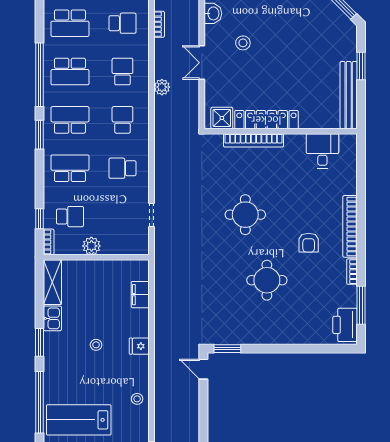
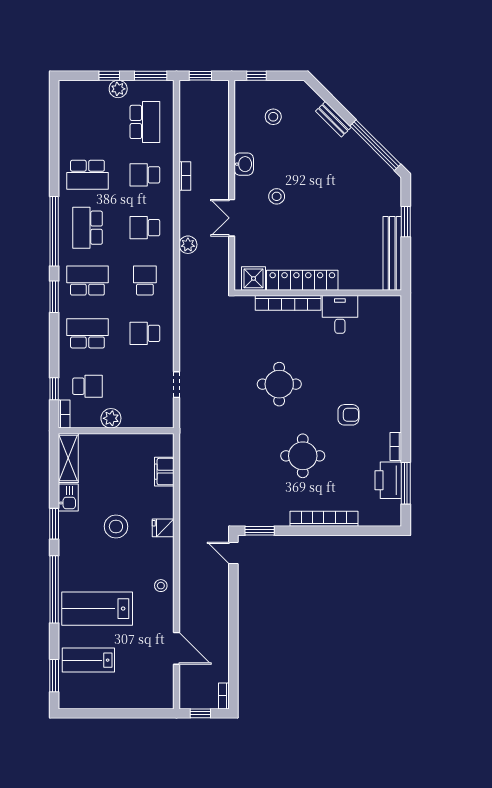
school desk: (122, 23) -> (145, 175), turned 180
school desk: (70, 72) -> (87, 228), turned 90
school desk: (122, 72) -> (145, 228), turned -90
desk: (322, 151) -> (340, 314), moved
bookcase: (350, 226) -> (324, 519), moved, turned 90
armchair: (309, 243) -> (348, 415), turned -90
printer: (345, 325) -> (388, 480), moved
stool: (96, 345) -> (116, 526), width x1.89, depth x1.89

